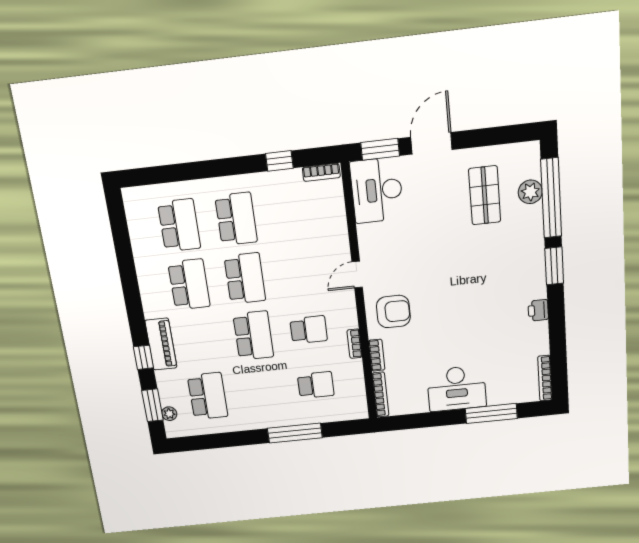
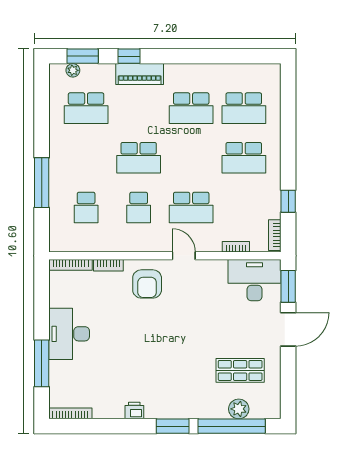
door: (431, 143) -> (288, 329), hinge flipped
school desk: (245, 278) -> (191, 207), moved
bookcase: (355, 344) -> (236, 247), moved

